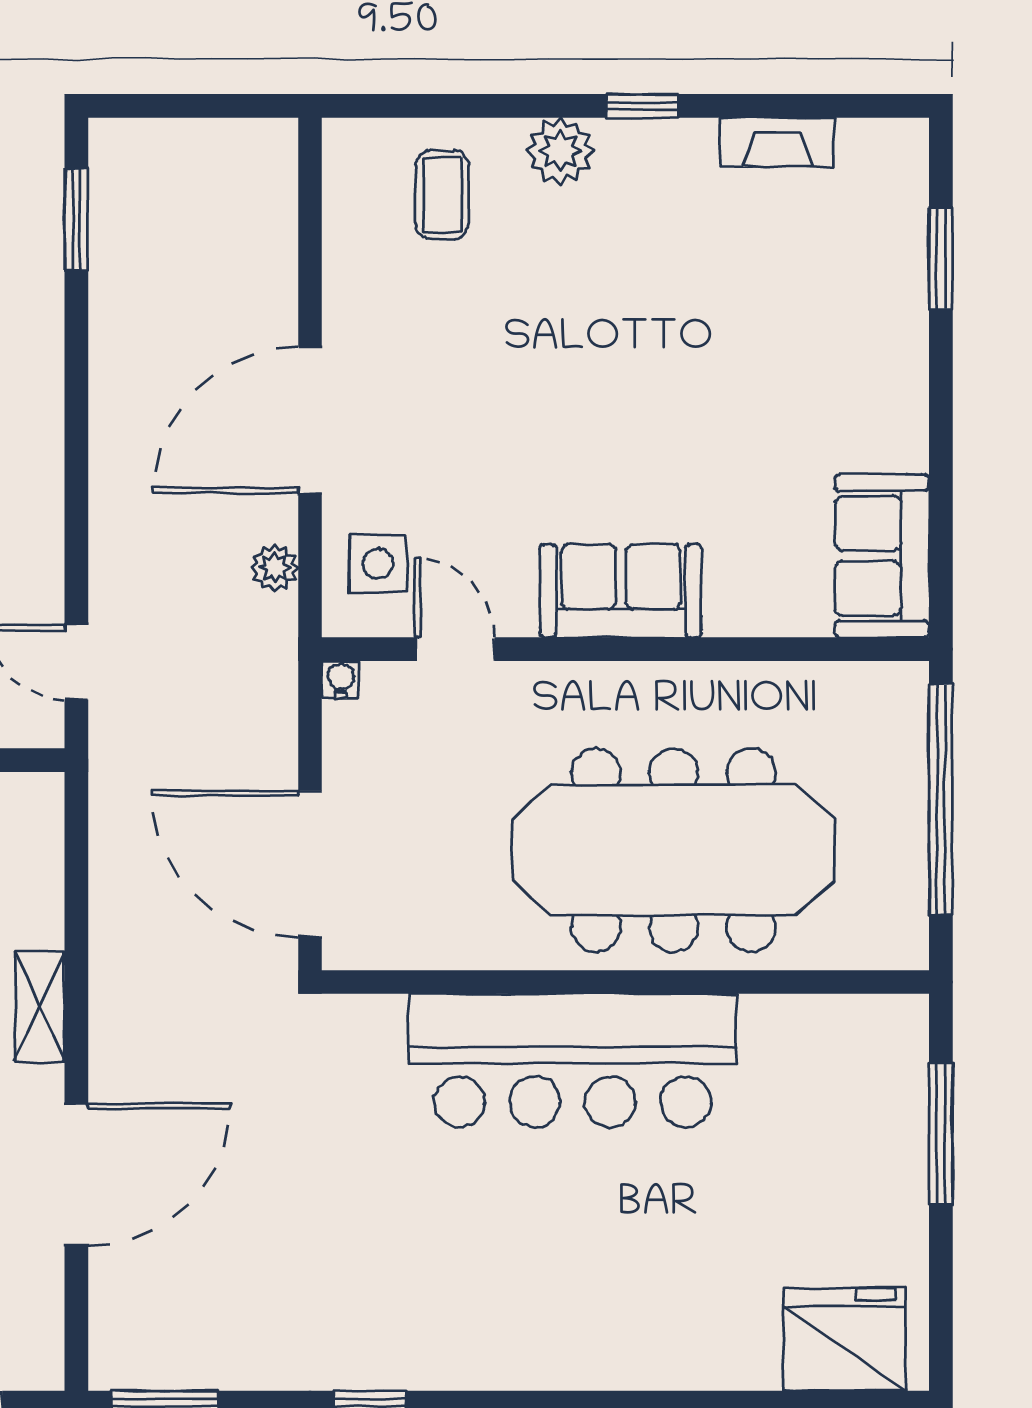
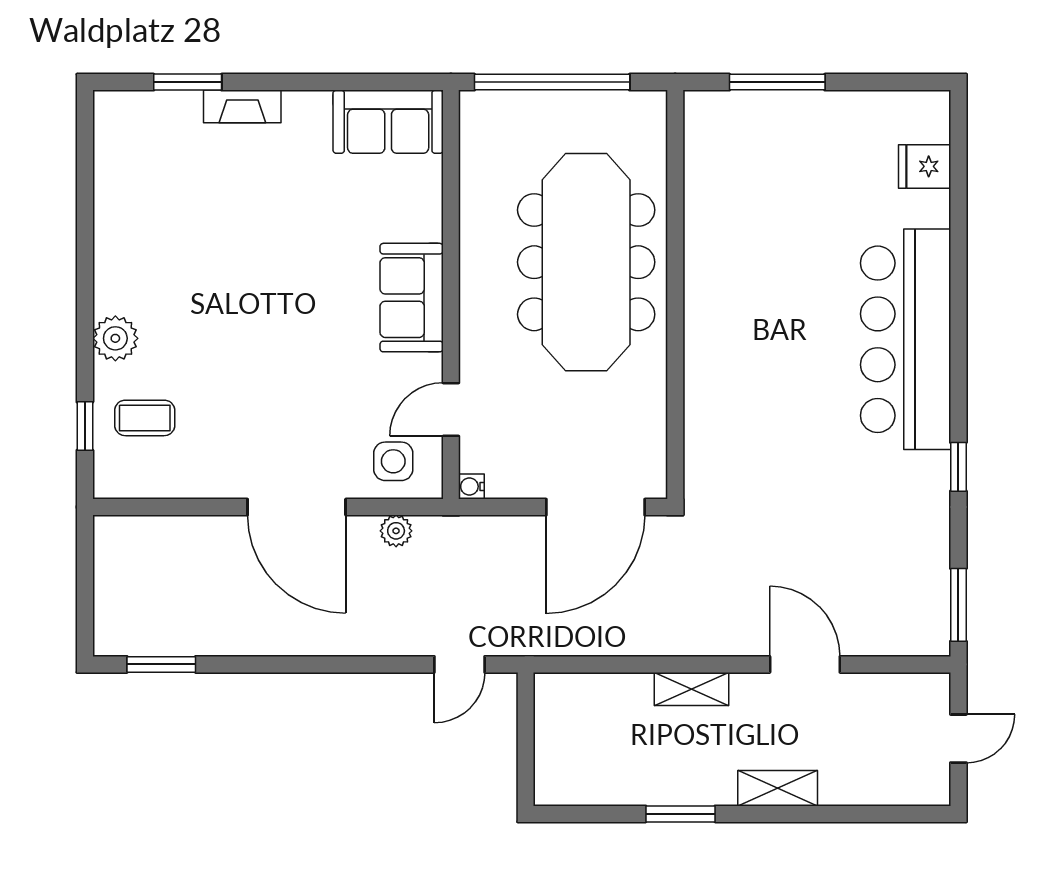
window: (642, 106) -> (85, 426), moved
fireplace: (777, 142) -> (242, 106), moved, turned 90
bar counter: (572, 1061) -> (906, 339), moved, turned 180
door: (76, 1175) -> (805, 664), width x0.73
fridge: (844, 1339) -> (925, 166), width x0.53, depth x0.75

